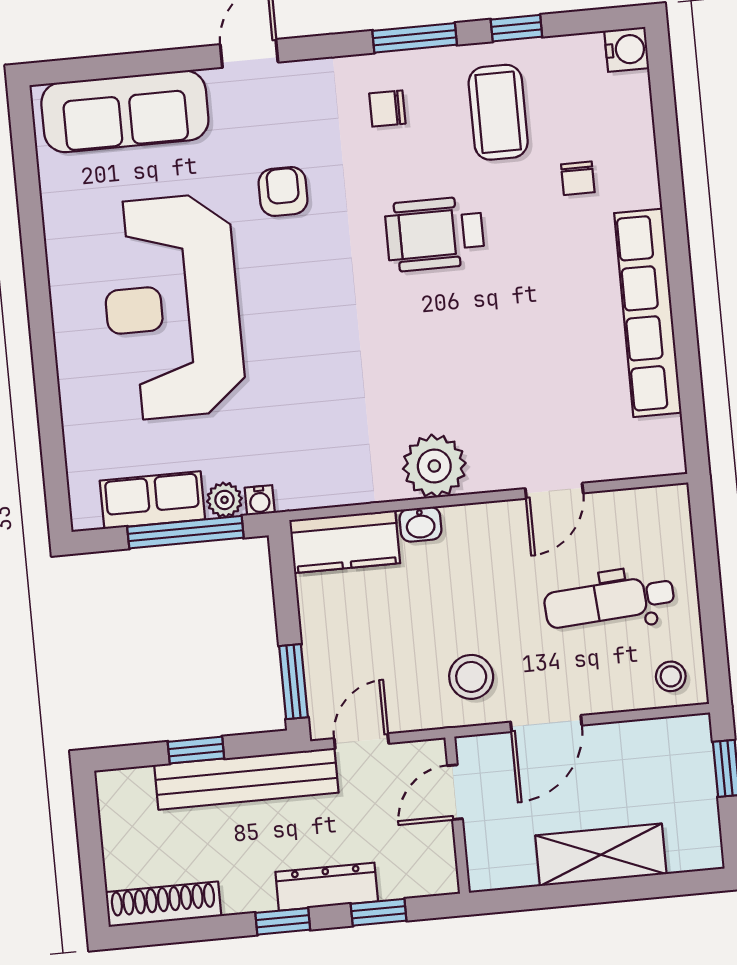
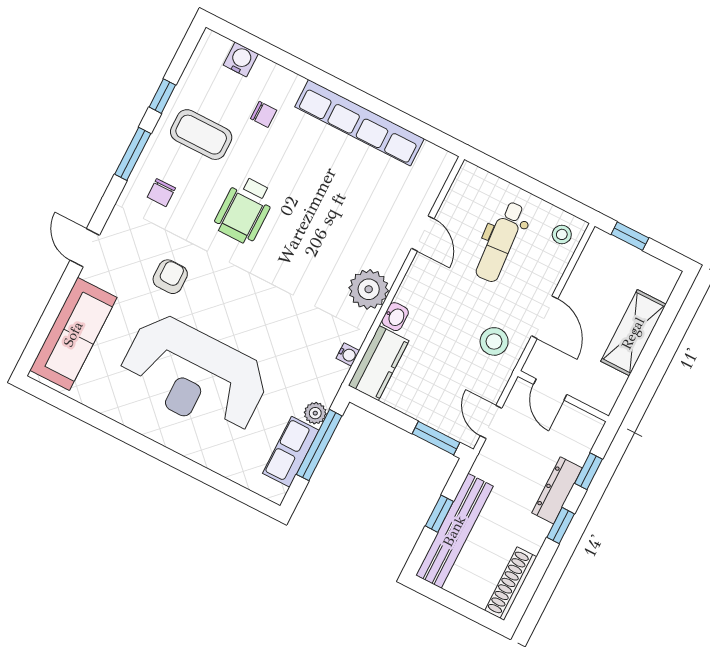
water cooler: (627, 49) -> (241, 59), moved
armchair: (283, 191) -> (170, 277), turned 90
water cooler: (260, 500) -> (348, 354), moved
bench: (246, 779) -> (454, 531), moved

